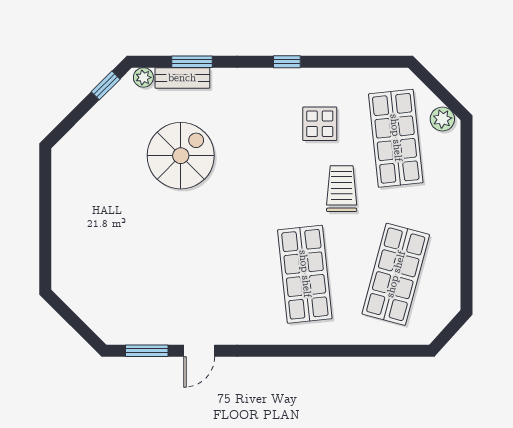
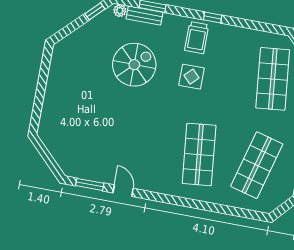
display table: (320, 124) -> (192, 77), moved
trolley: (342, 189) -> (197, 38), moved, turned 180
door: (199, 351) -> (123, 191), swing flipped

